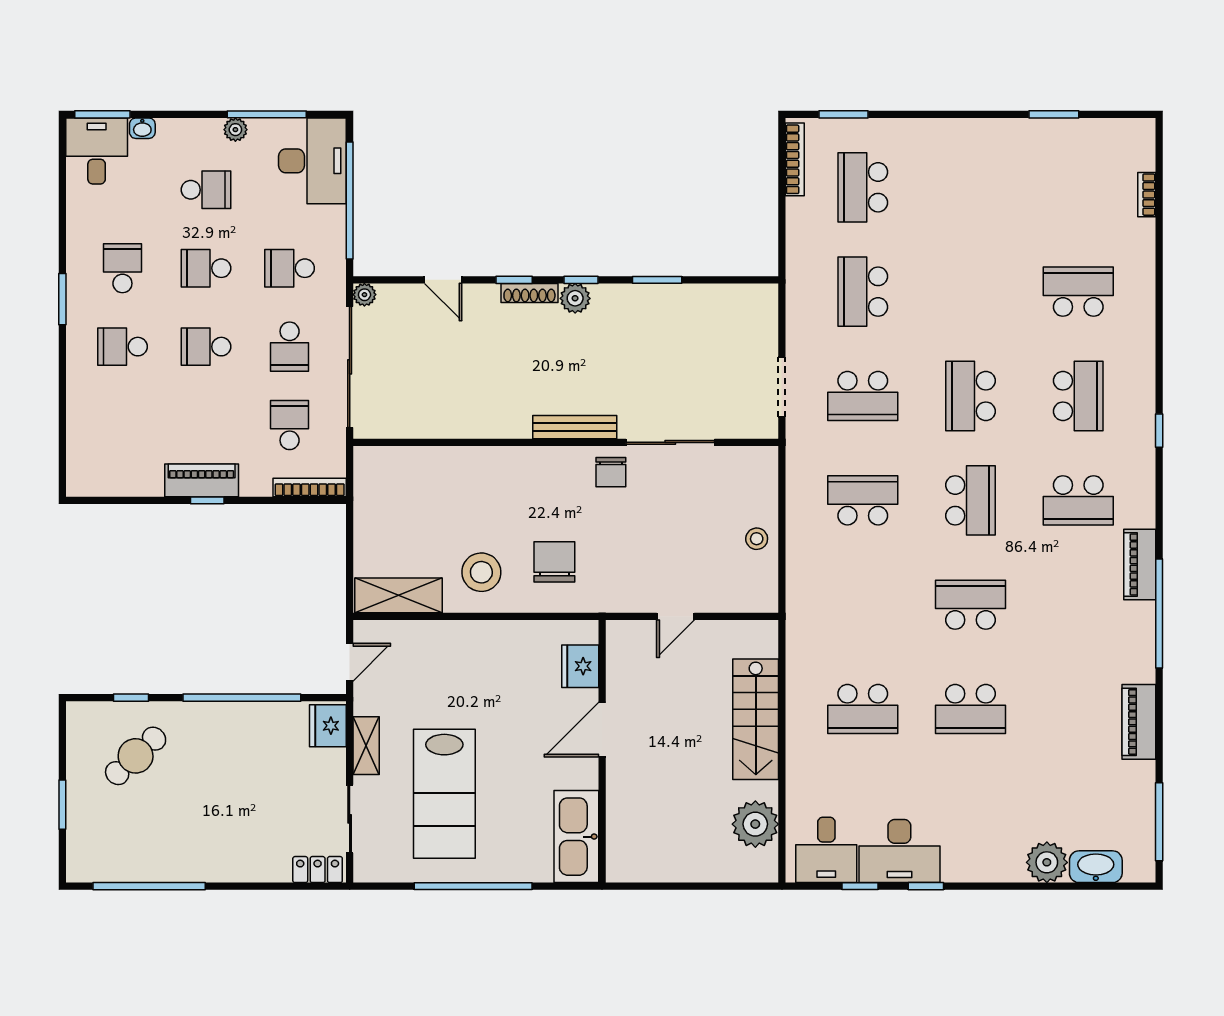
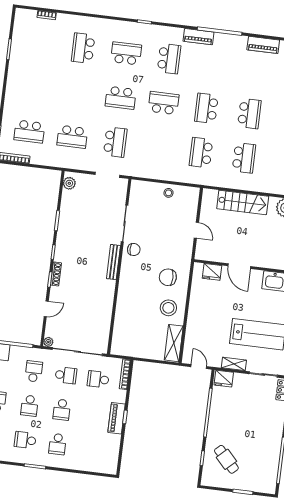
school desk: (290, 268) -> (34, 371), turned 180
plant: (575, 298) -> (69, 183), moved
school desk: (863, 500) -> (201, 153), moved

